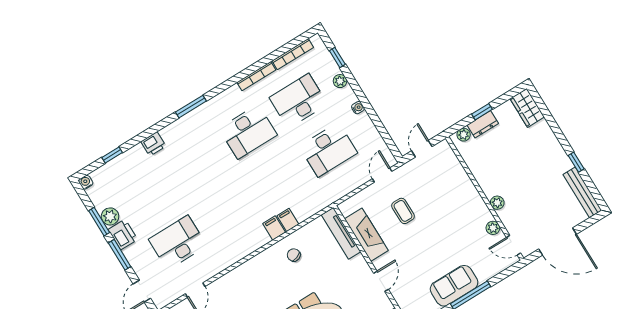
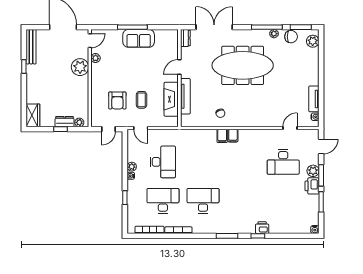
window: (337, 58) -> (125, 198), moved
plant: (340, 81) -> (132, 167), moved
desk: (298, 101) -> (163, 201), turned 180
desk: (328, 150) -> (163, 162), turned 90
window: (112, 155) -> (258, 236), moved
door: (382, 175) -> (141, 128), hinge flipped
armchair: (433, 192) -> (117, 100), added
plant: (497, 203) -> (80, 67), width x1.88, depth x1.88
plant: (110, 216) -> (313, 171), moved
filing cabinet: (288, 220) -> (233, 136), moved
tv unit: (341, 233) -> (185, 96), moved
door: (514, 245) -> (90, 41), hinge flipped

